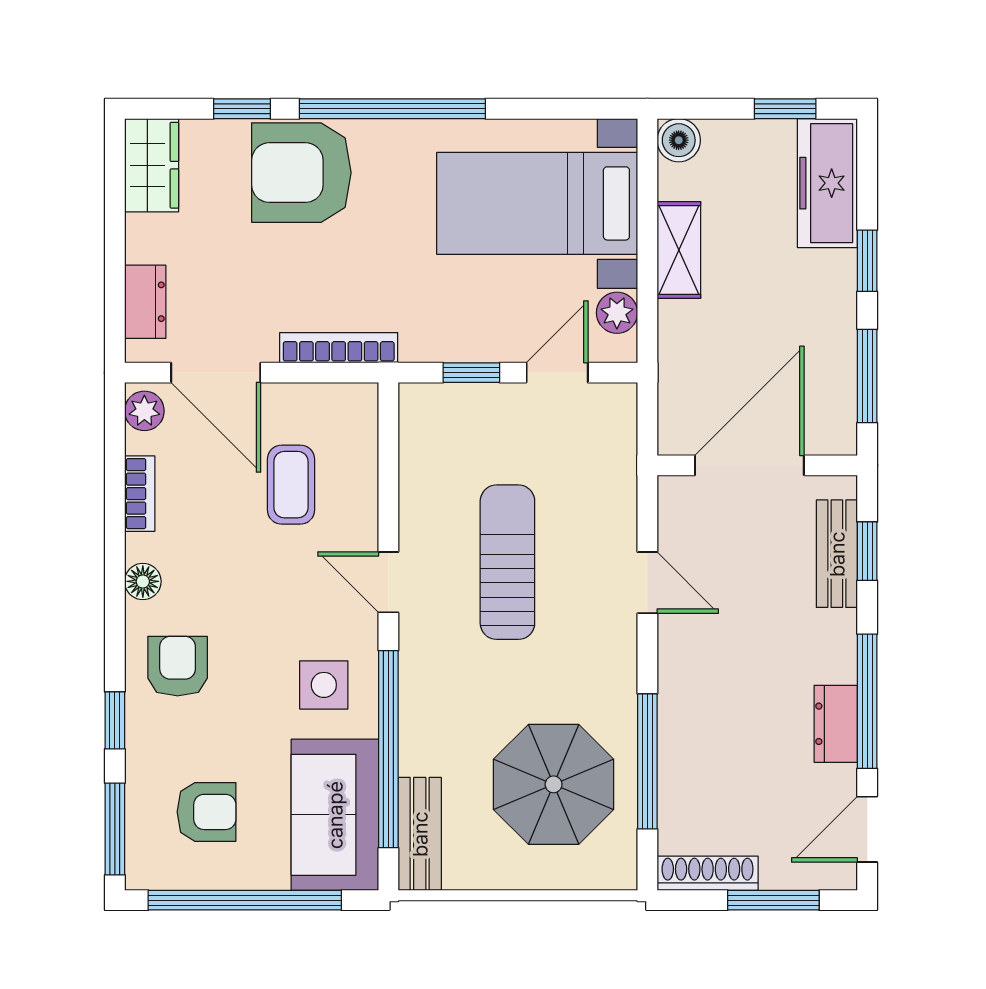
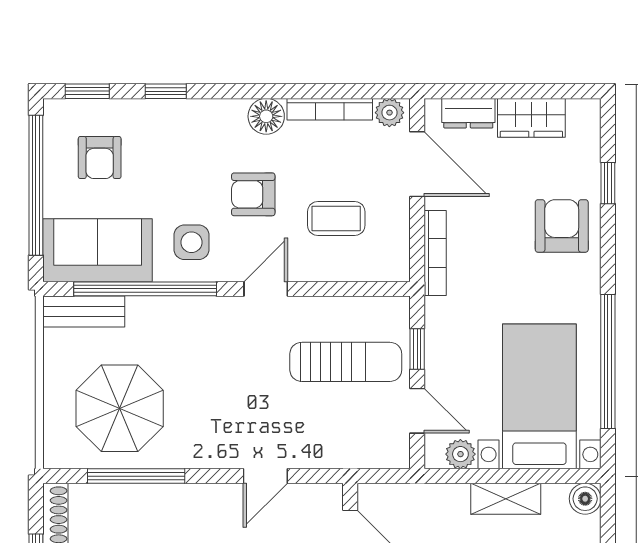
window: (392, 109) -> (608, 362), moved
wardrobe: (152, 165) -> (531, 118), moved
armchair: (301, 173) -> (562, 226), width x0.73, depth x0.73
door: (216, 373) -> (417, 164), swing flipped
bookcase: (140, 494) -> (330, 109), width x1.56
sun lounger: (507, 562) -> (346, 362), moved
floor lamp: (143, 581) -> (266, 116), width x1.37, depth x1.37
armchair: (178, 666) -> (253, 194), moved, turned 180
window: (115, 829) -> (87, 91), width x0.67

